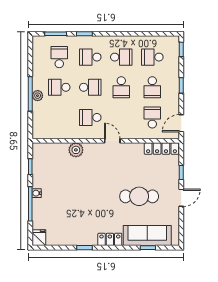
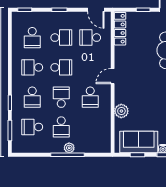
school desk: (121, 57) -> (32, 67), turned -90
sofa: (44, 168) -> (139, 142), added

